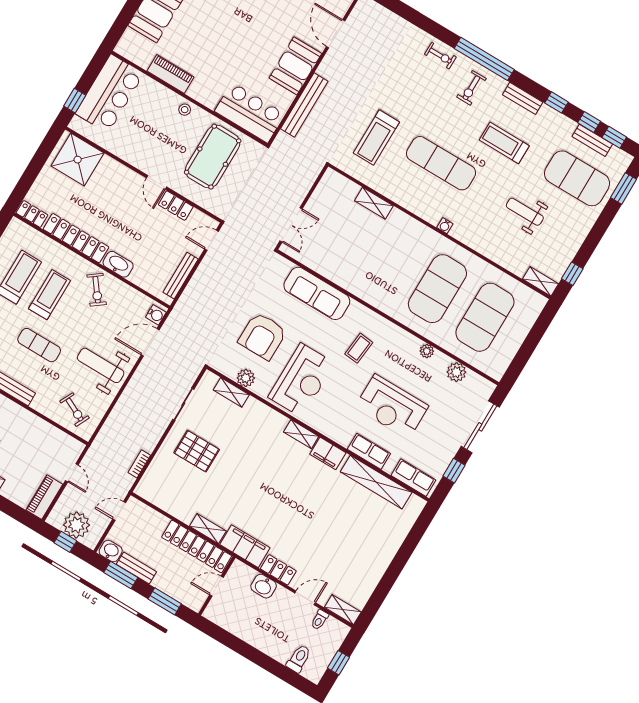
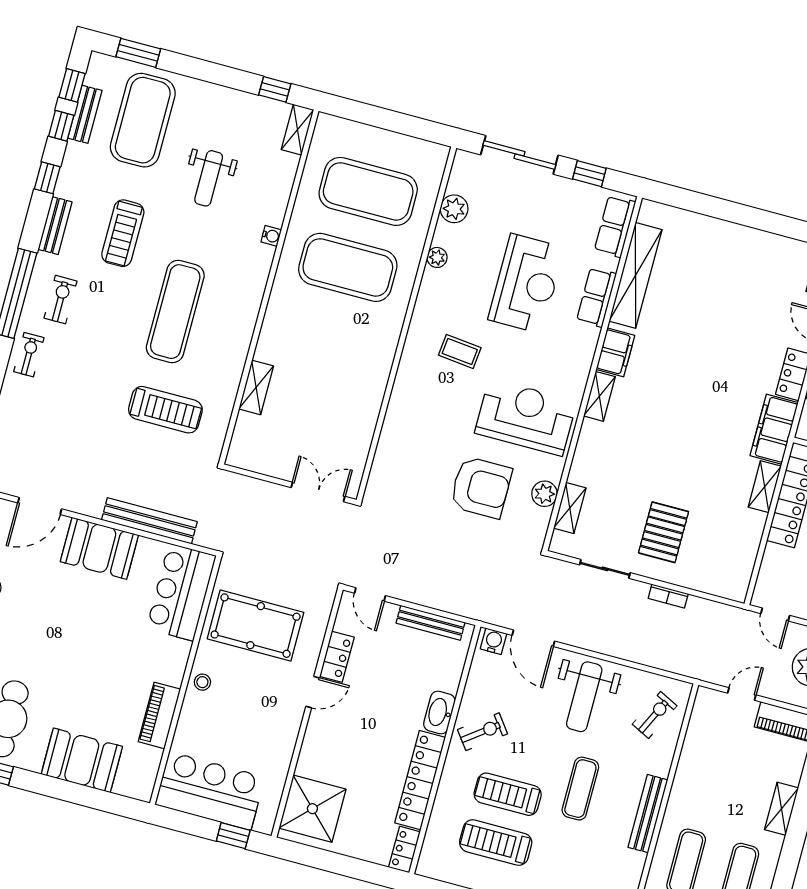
exercise bike: (471, 88) -> (60, 300), turned -90
water cooler: (445, 226) -> (271, 236), moved
sofa: (317, 293) -> (401, 430), removed
bookcase: (139, 464) -> (668, 596), moved

